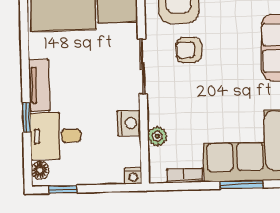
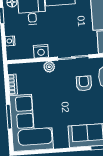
plant: (157, 136) -> (49, 67), moved
nightstand: (133, 176) -> (10, 41), moved

